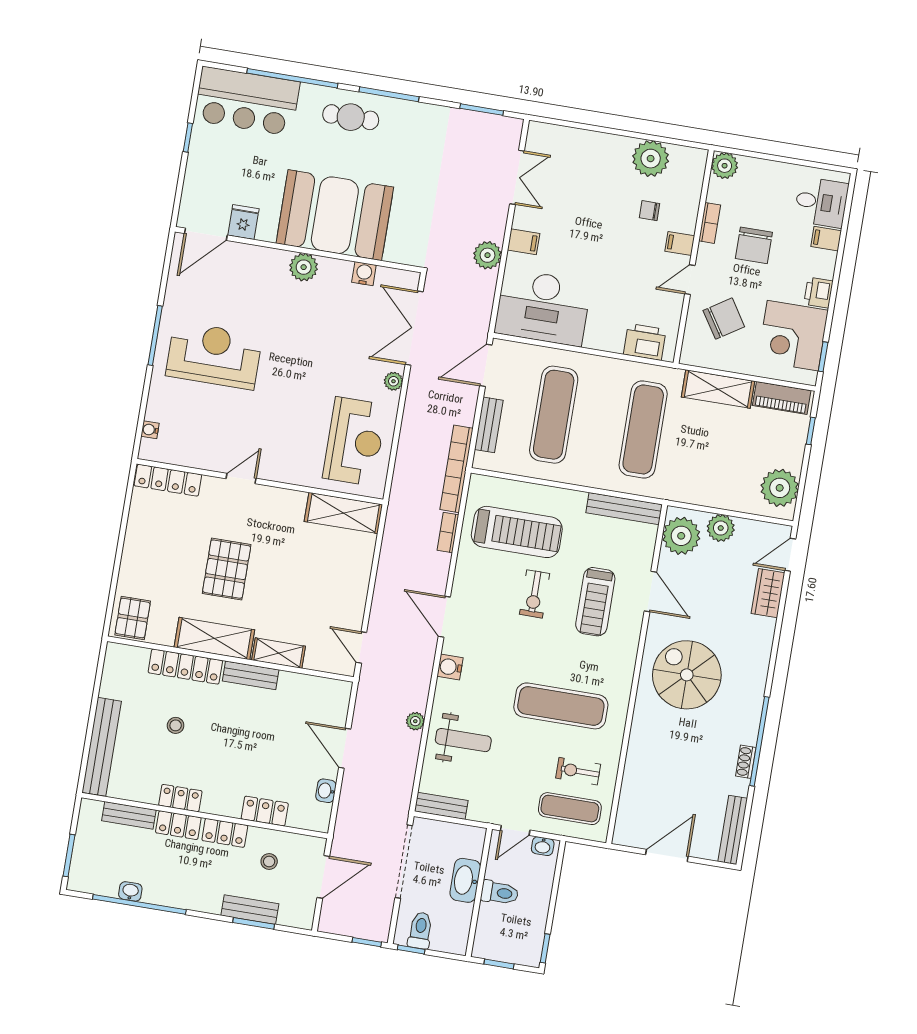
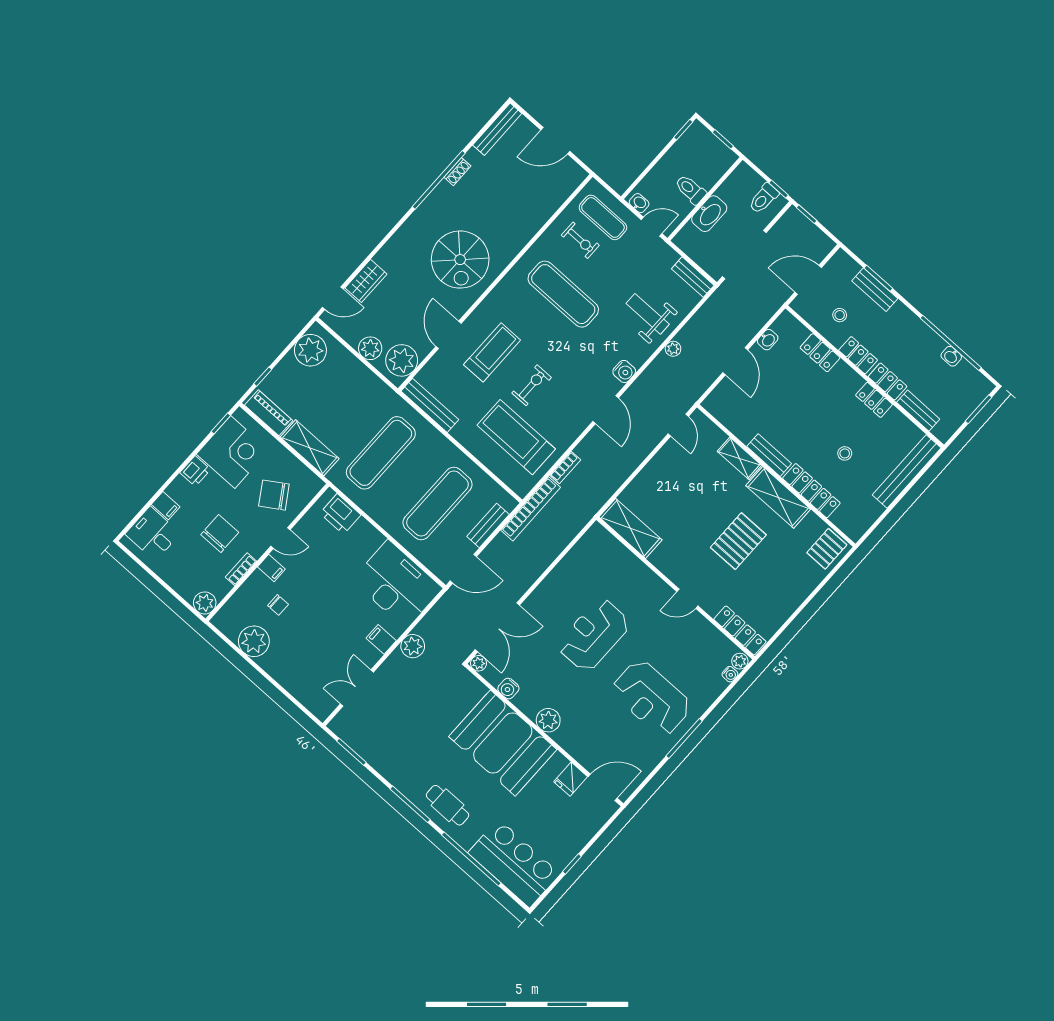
plant: (393, 381) -> (479, 663), moved
reception desk: (355, 441) -> (594, 635), moved
plant: (148, 449) -> (740, 661), added

